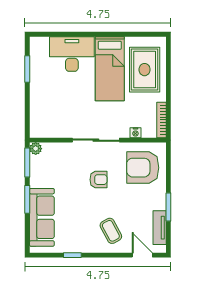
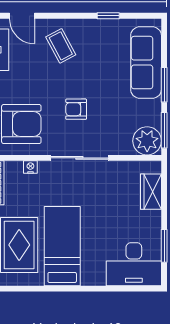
desk: (72, 54) -> (134, 264), moved
wardrobe: (38, 113) -> (151, 192), added
plant: (36, 149) -> (147, 141), width x1.88, depth x1.88

